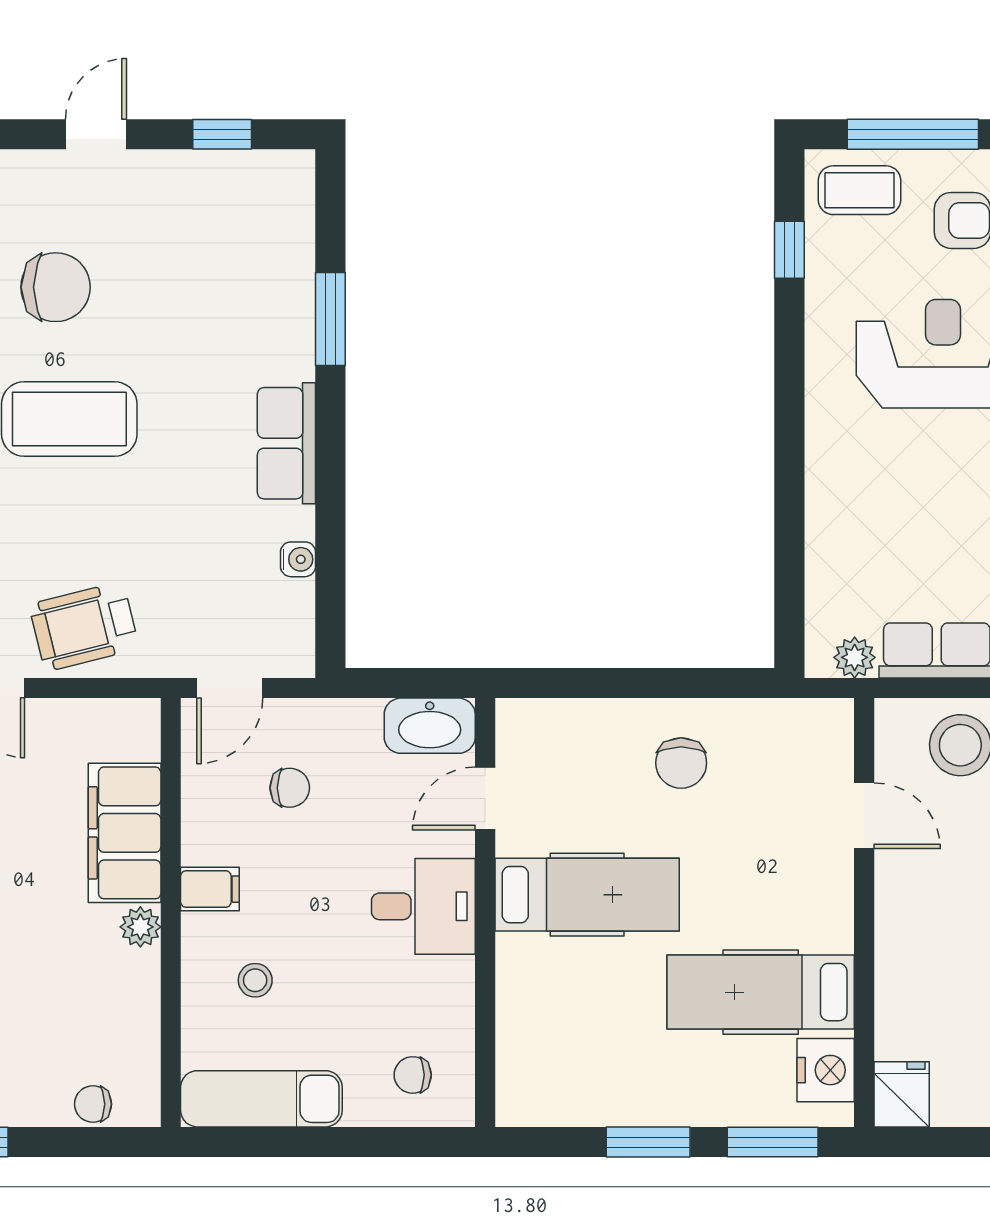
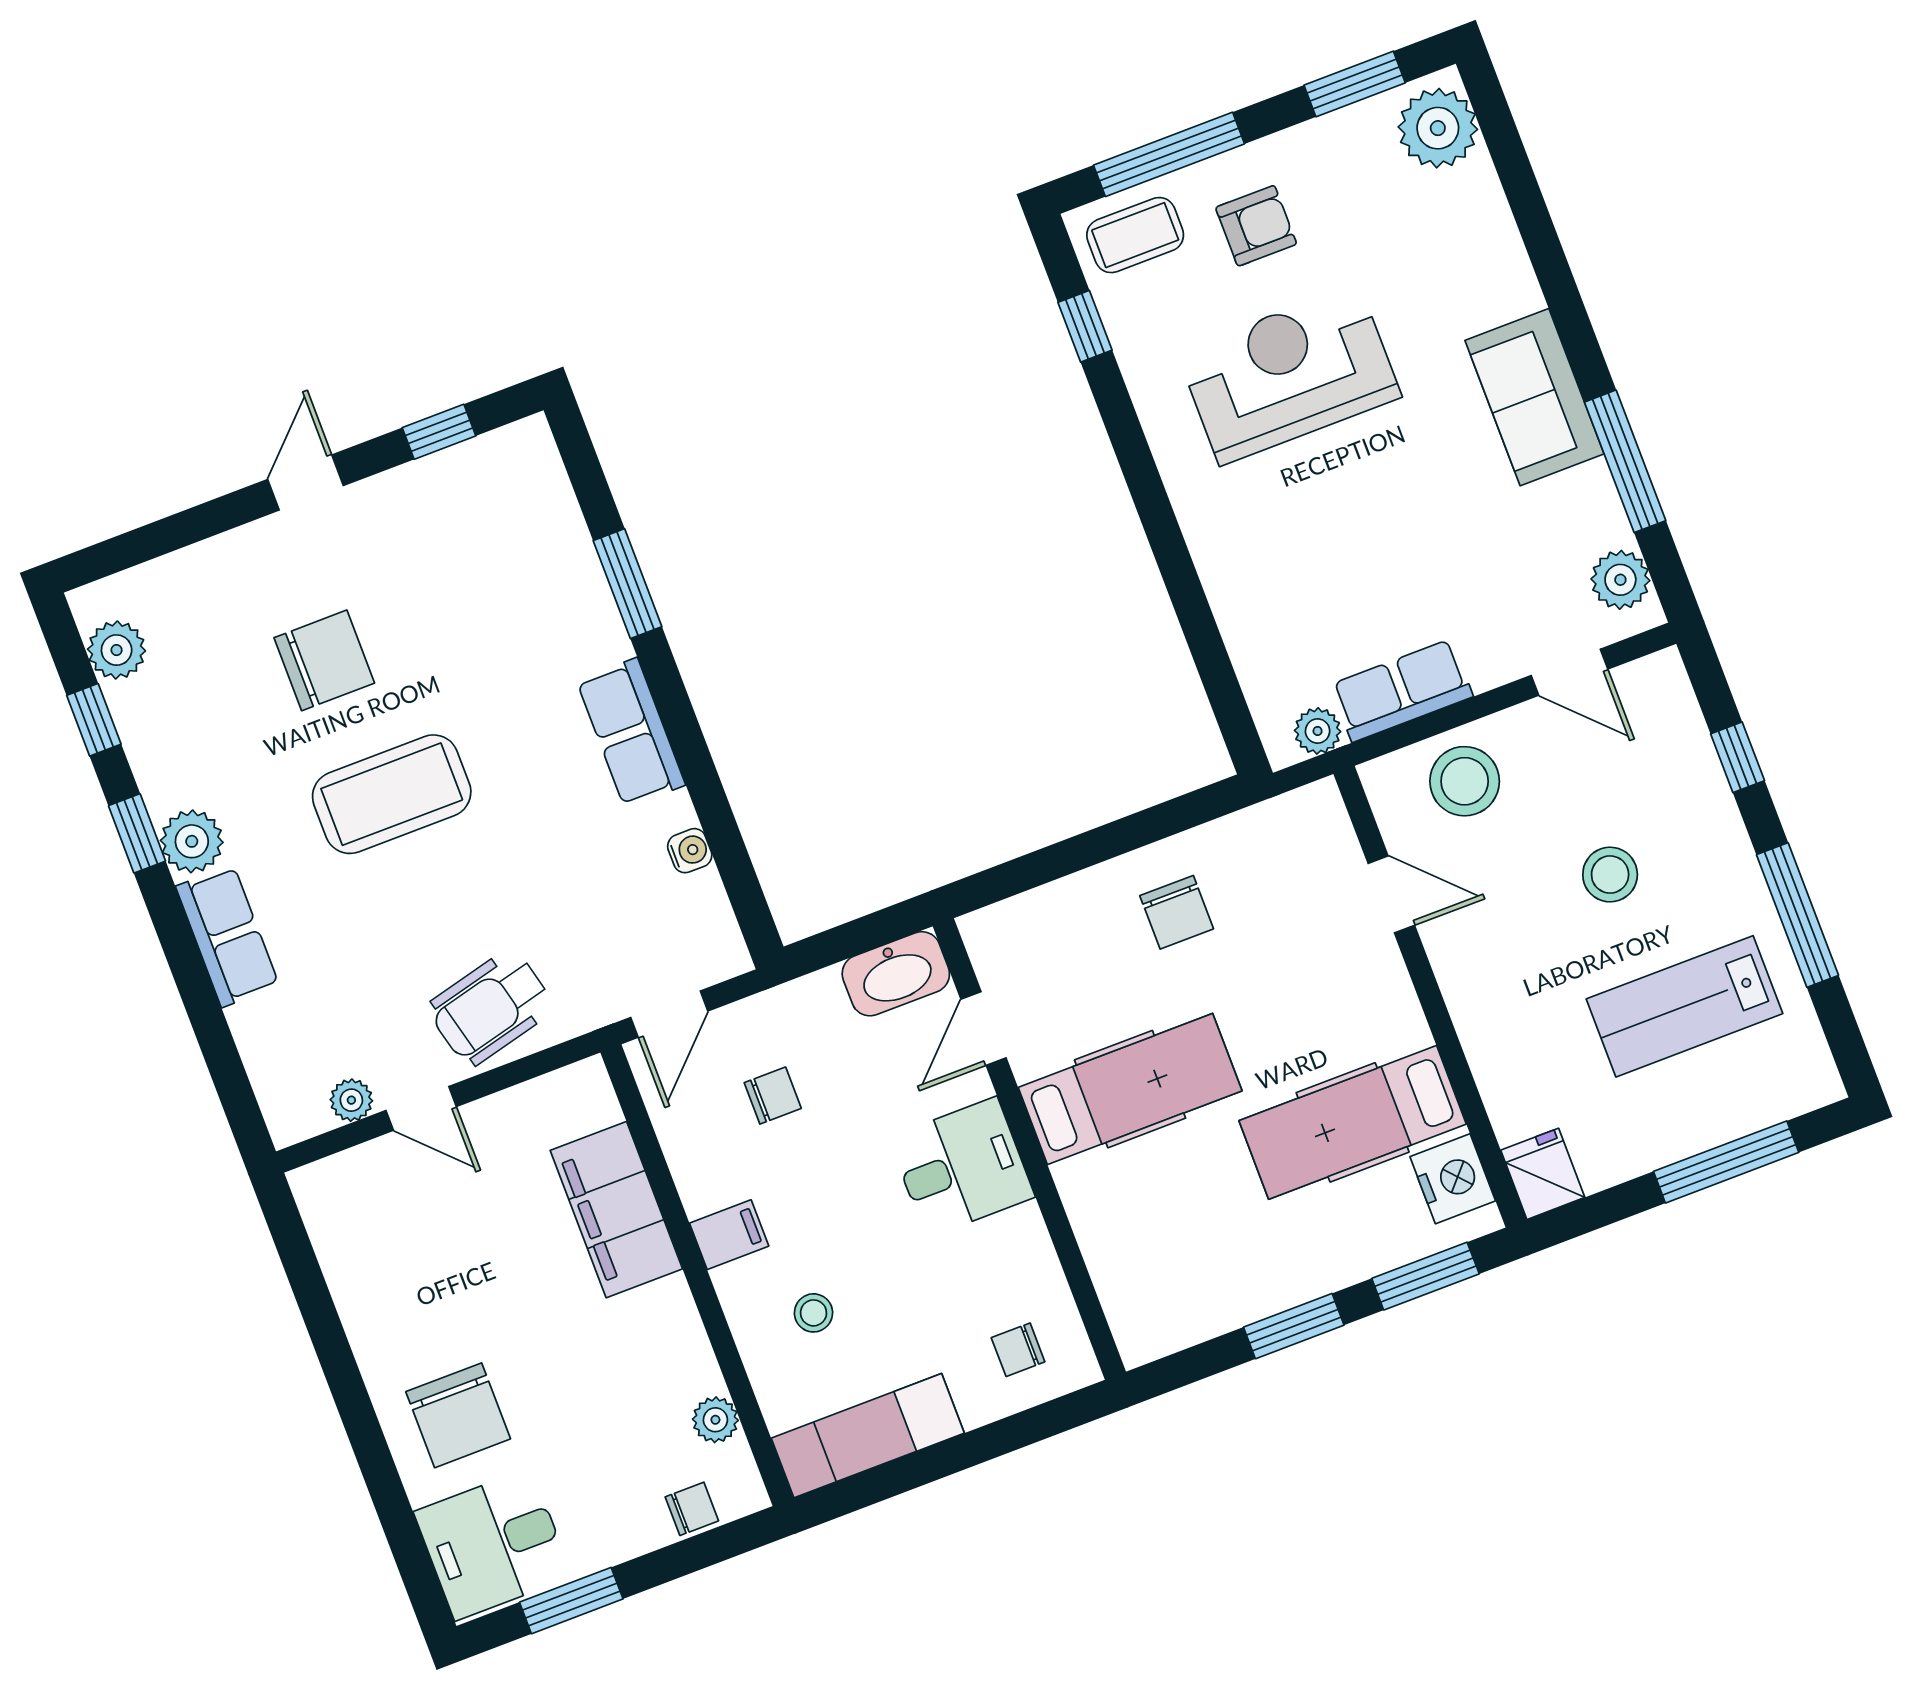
plant: (140, 927) -> (715, 1420), moved
chair: (93, 1104) -> (692, 1509), turned 180

